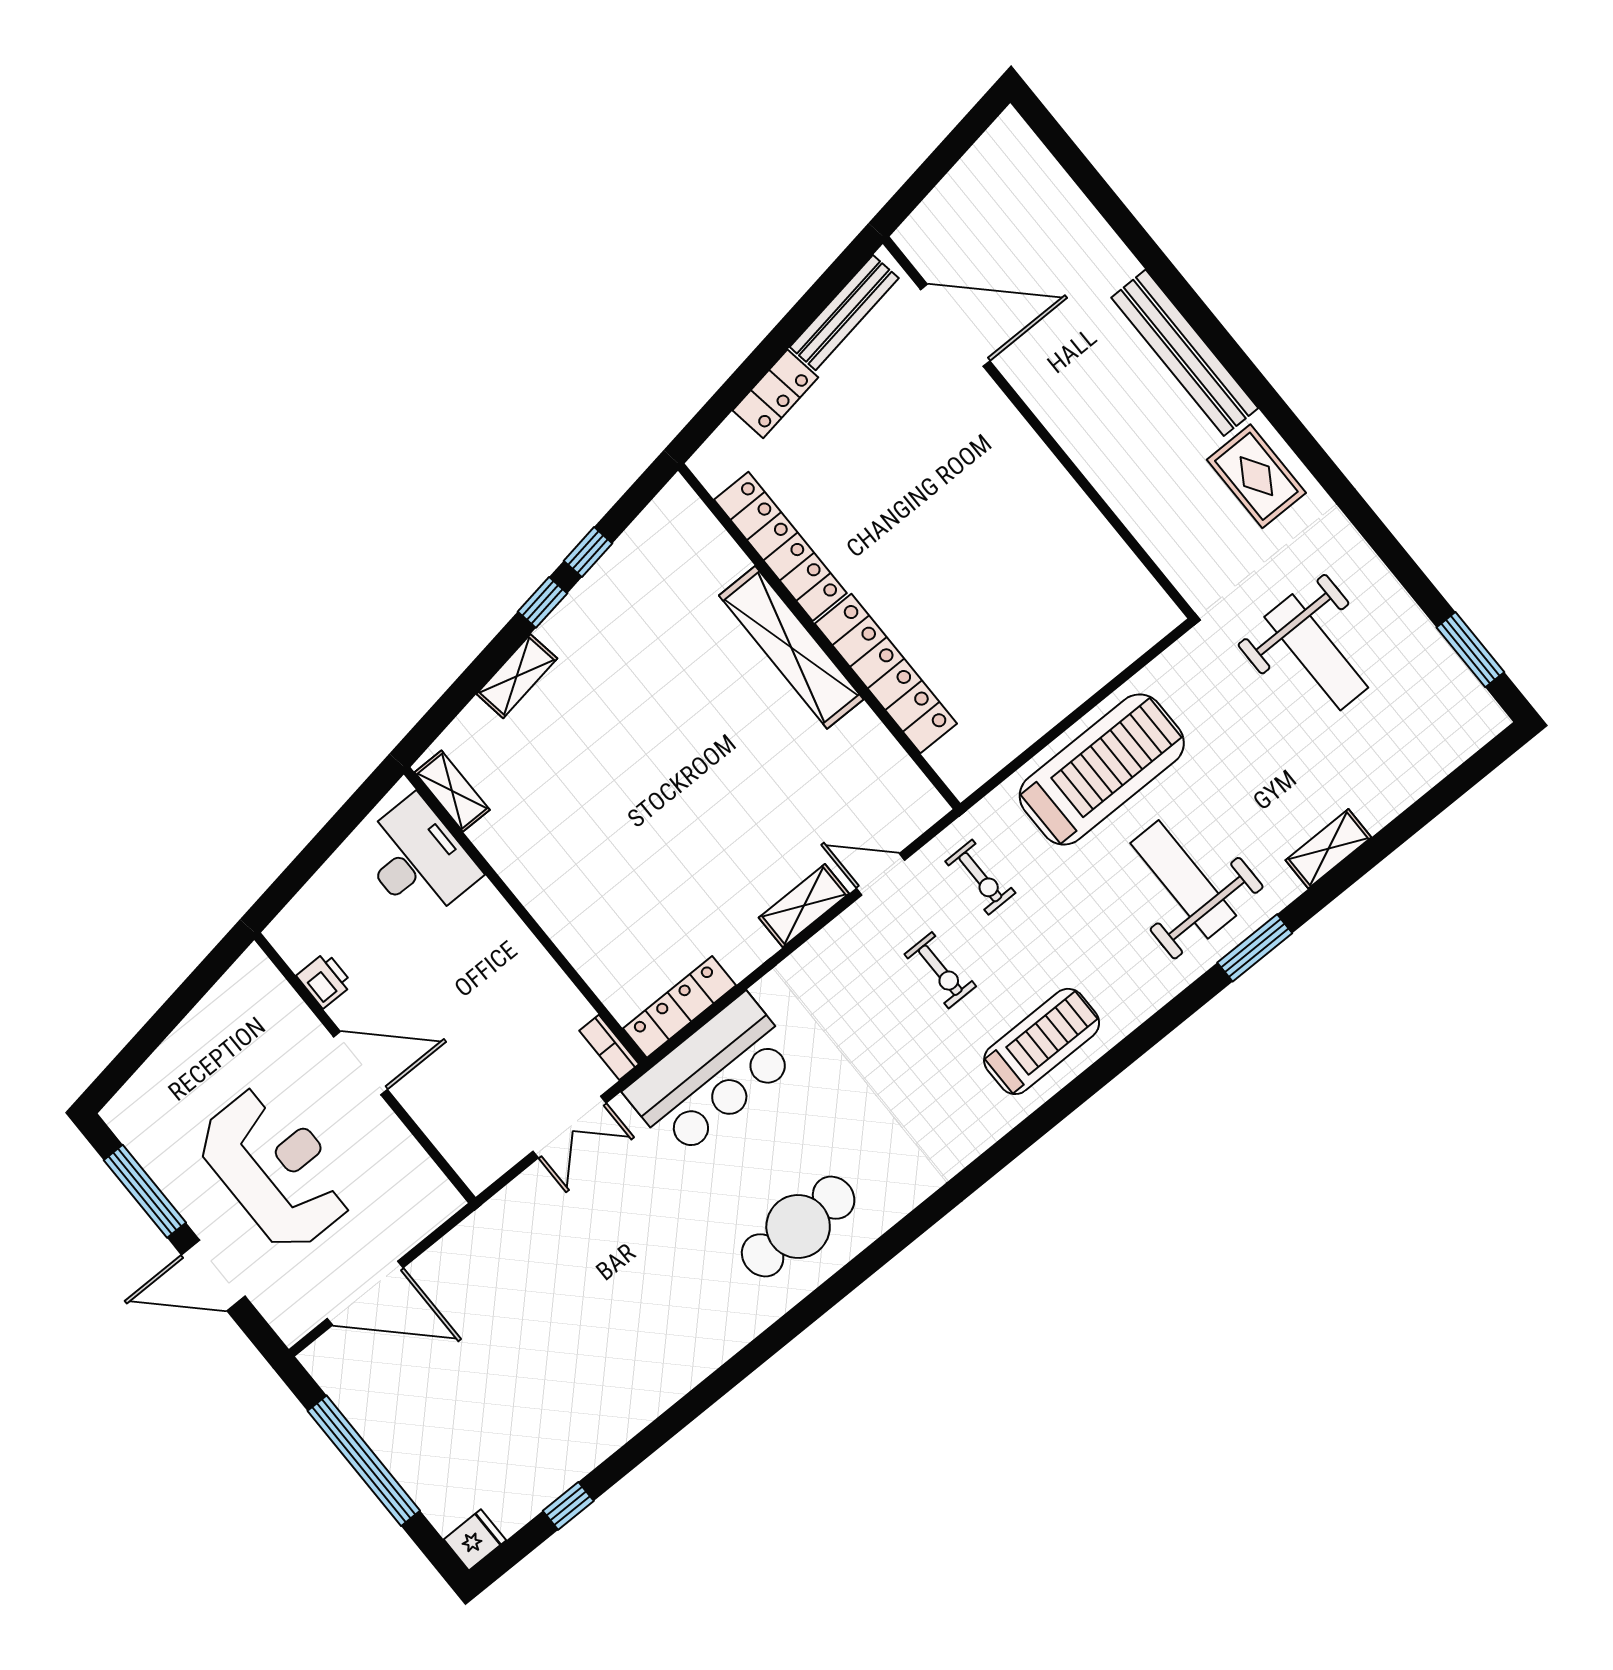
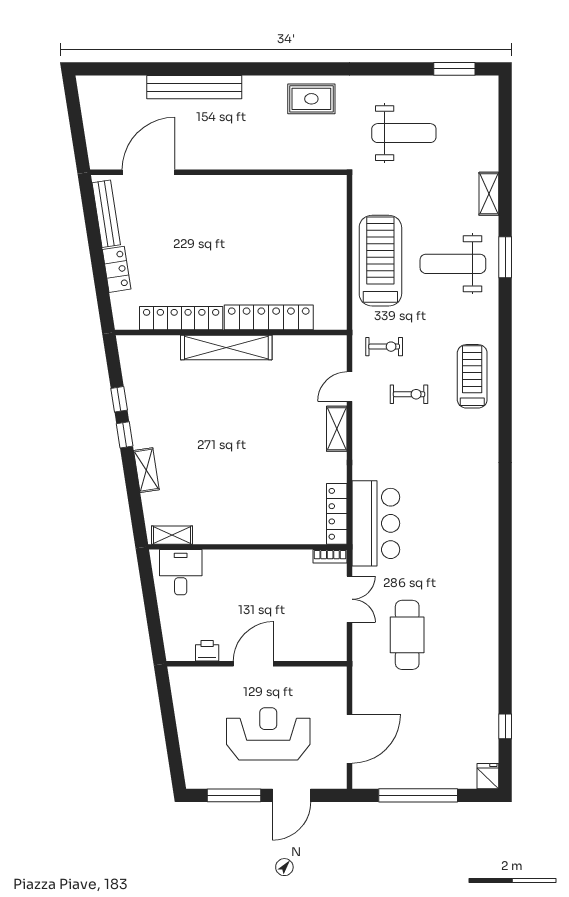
bench: (1185, 353) -> (194, 87), moved
desk: (417, 859) -> (181, 572), width x0.73
cafe table: (798, 1227) -> (407, 635), moved

